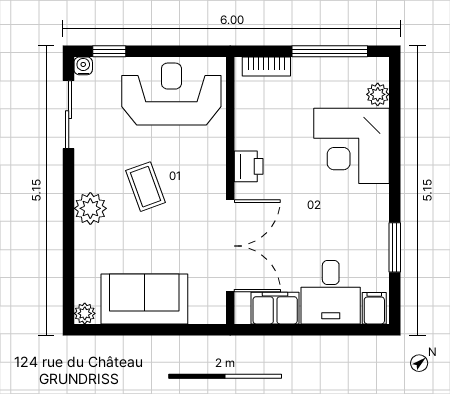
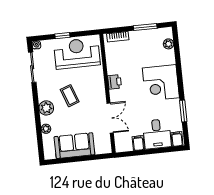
window: (109, 51) -> (62, 36), moved
window: (330, 51) -> (145, 27), width x0.69
corner desk: (351, 146) -> (161, 83), moved
double door: (230, 246) -> (110, 118), width x0.73
filing cabinet: (275, 308) -> (138, 143), width x0.50
plant: (85, 313) -> (46, 129), moved

